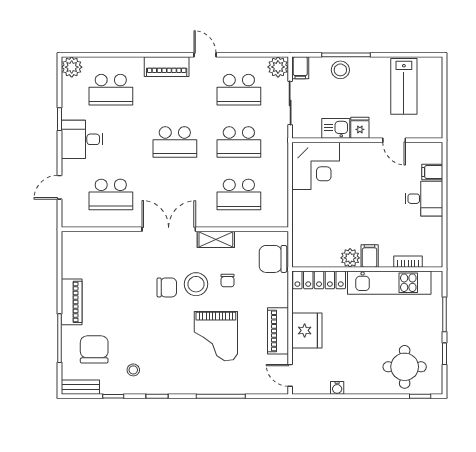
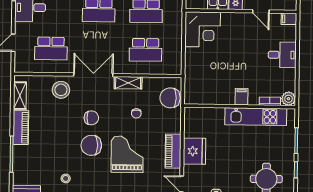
filing cabinet: (432, 172) -> (289, 19), moved
plant: (350, 258) -> (288, 99), moved
shelving: (70, 259) -> (20, 96), added
locker: (319, 280) -> (204, 114), removed
stool: (196, 284) -> (61, 90), moved
grand piano: (216, 336) -> (127, 154), turned 180
chair: (94, 349) -> (91, 145), moved, turned -90

